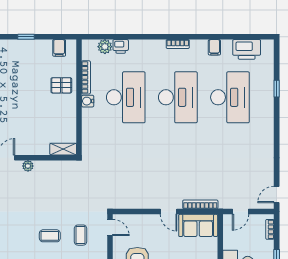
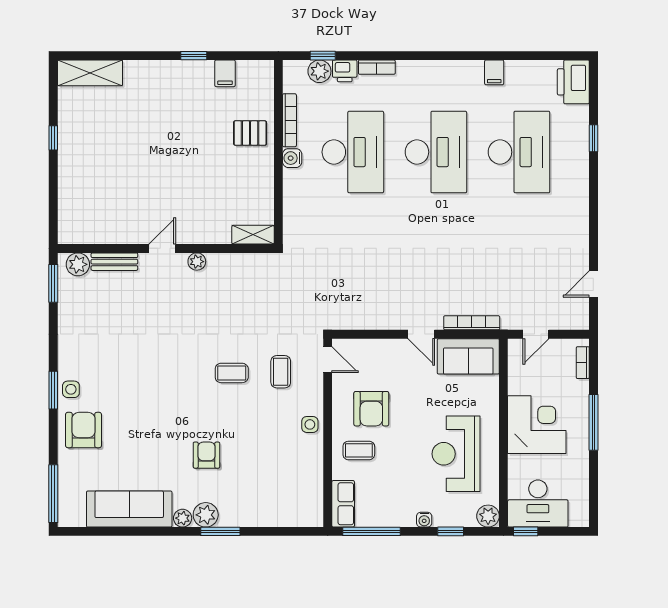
window: (107, 37) -> (323, 56), added
bookcase: (178, 44) -> (377, 67), moved
filing cabinet: (59, 48) -> (225, 73), moved
printer: (247, 49) -> (573, 82), moved, turned 90
door: (277, 195) -> (593, 284), moved

